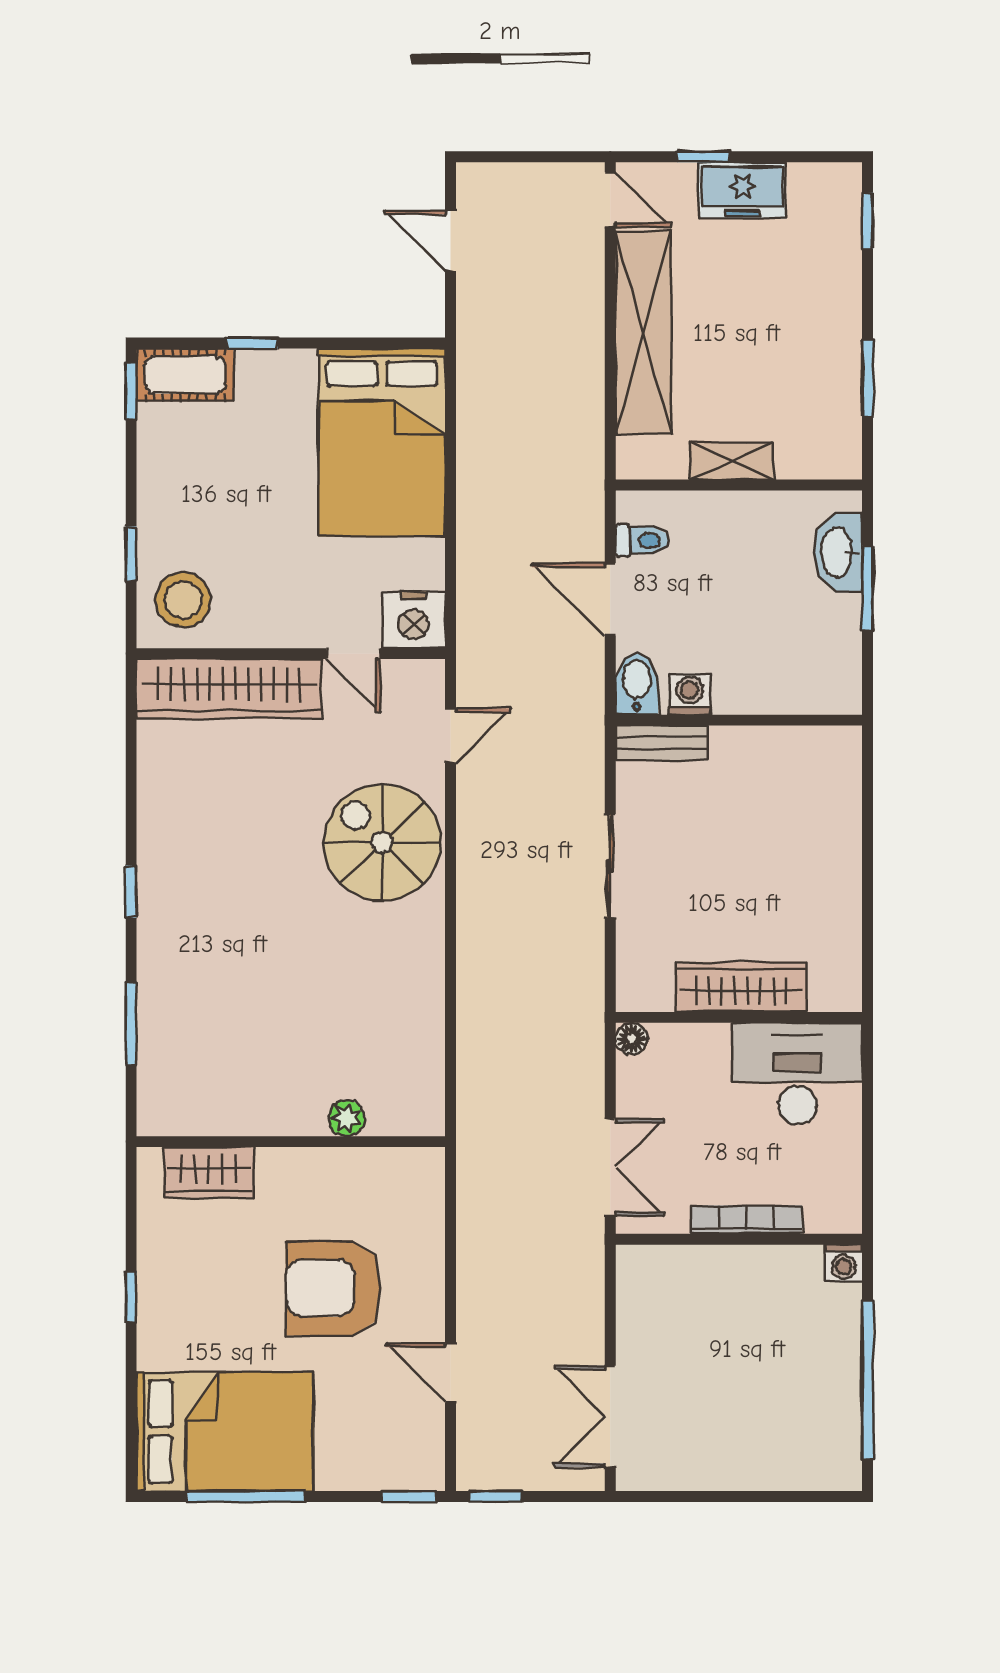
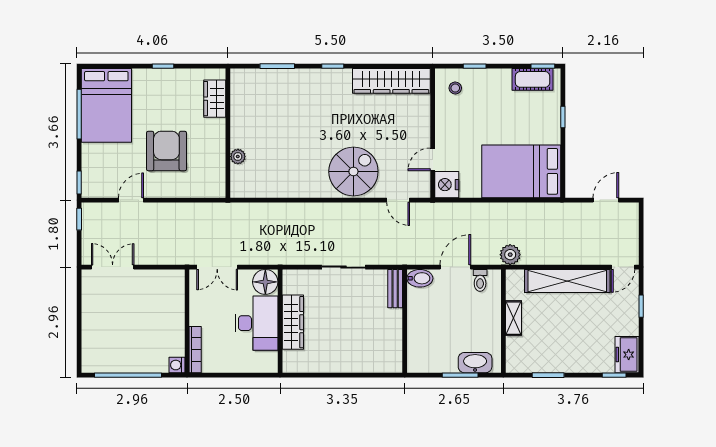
freezer: (742, 190) -> (627, 355), moved
cot: (185, 375) -> (533, 79), moved, turned 90
plant: (581, 469) -> (510, 255), added
stool: (183, 600) -> (455, 88), width x0.53, depth x0.53
wardrobe: (229, 689) -> (391, 81), moved, turned -90
washing machine: (690, 694) -> (416, 300), removed
floor lamp: (631, 1039) -> (265, 282), width x1.89, depth x1.89
desk: (797, 1074) -> (256, 323), moved
bookcase: (746, 1220) -> (195, 350), moved

